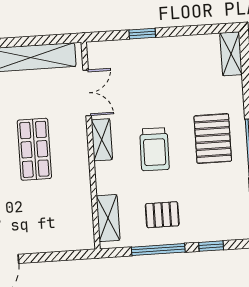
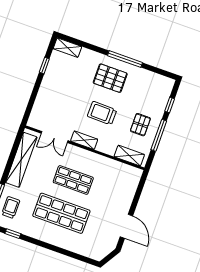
window: (142, 34) -> (44, 65), moved
double door: (87, 93) -> (55, 137), swing flipped
trolley: (154, 149) -> (102, 113), turned 180

